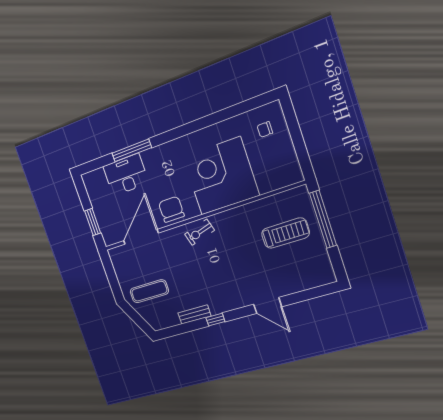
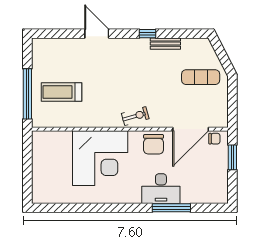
chair: (265, 129) -> (214, 139), moved
desk: (126, 175) -> (161, 189), moved

